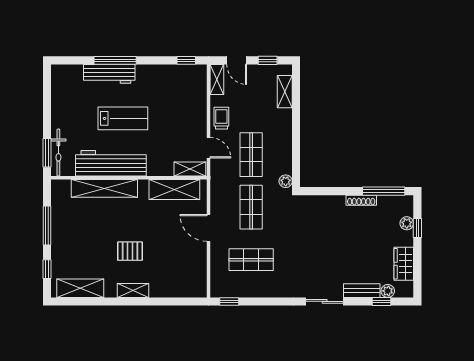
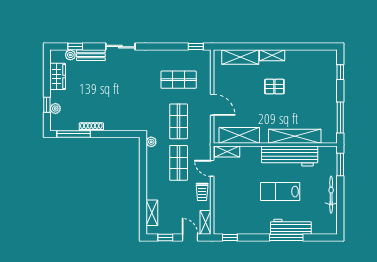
bicycle: (58, 153) -> (331, 195), moved
window: (47, 225) -> (340, 118), moved
shelving: (80, 288) -> (240, 57), moved

